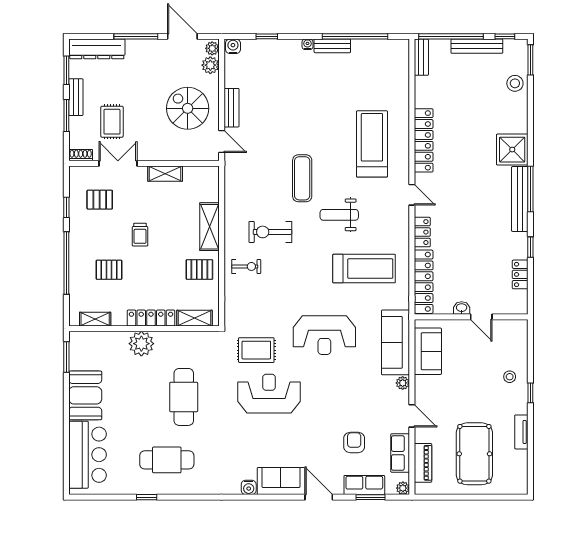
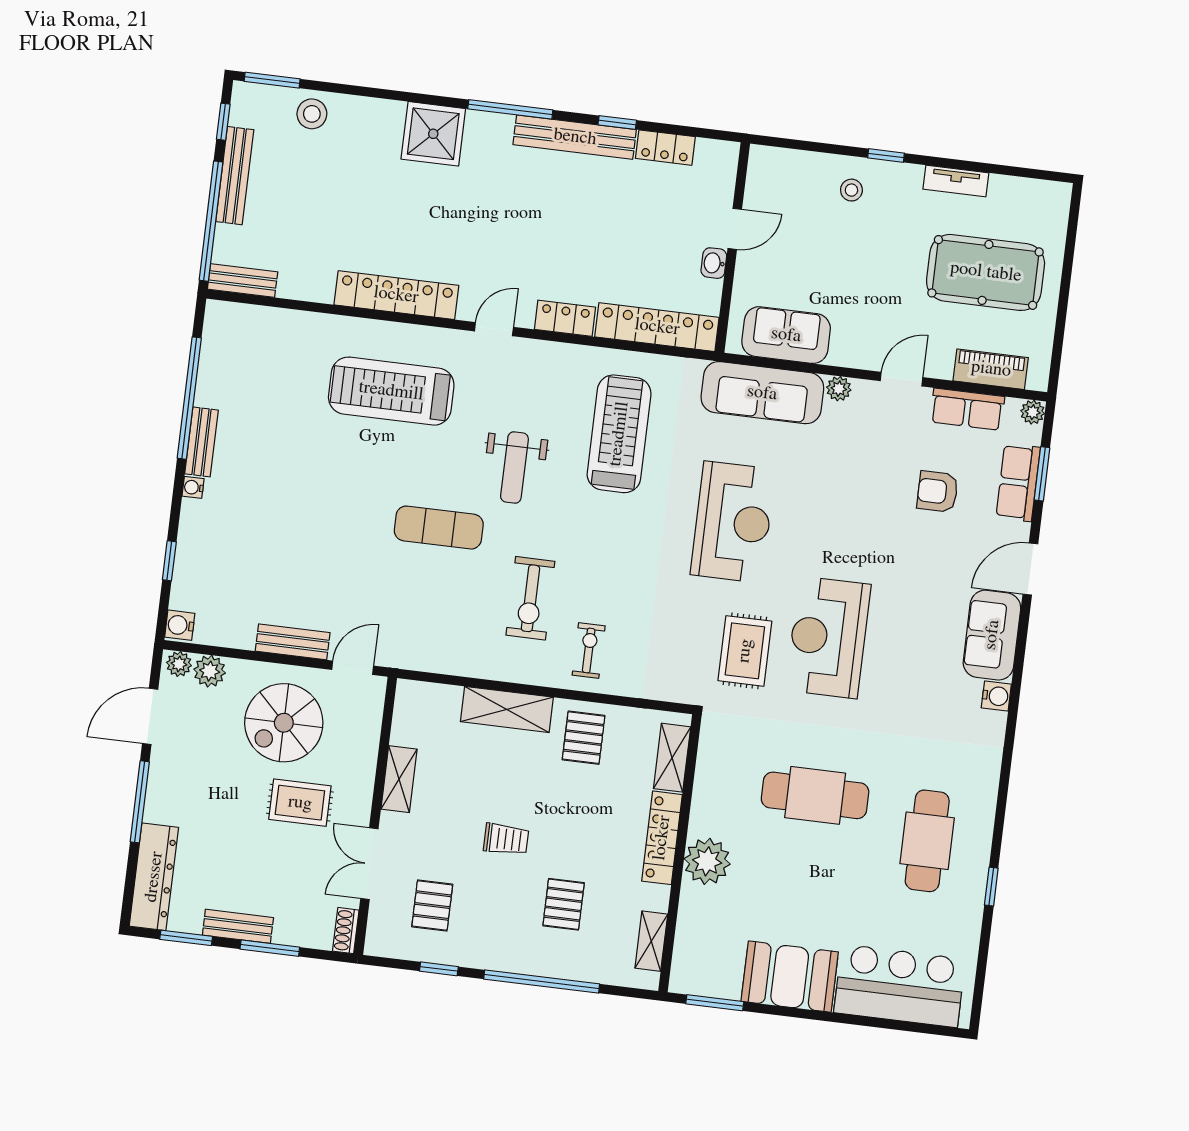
rug: (112, 122) -> (300, 803), moved
bench: (520, 199) -> (575, 137), moved

